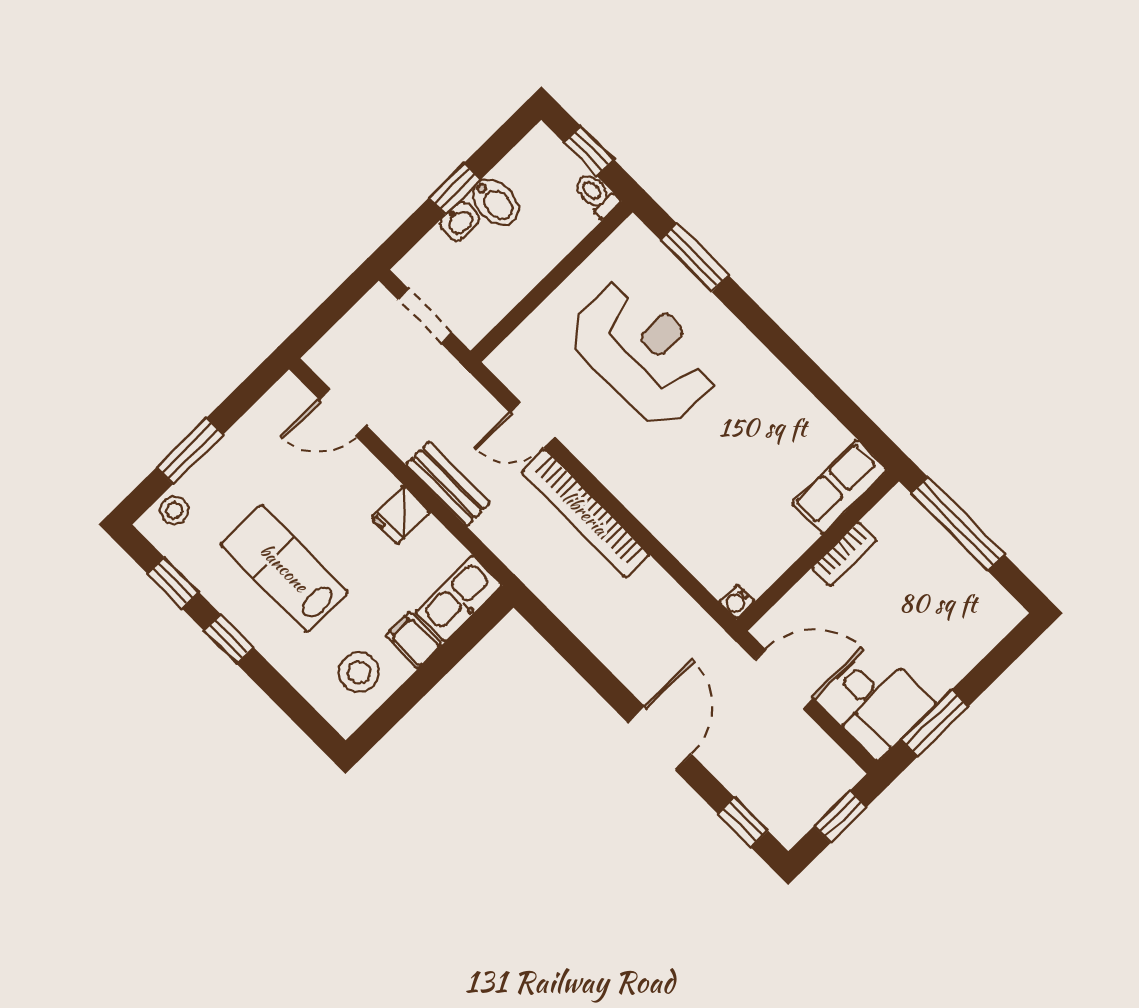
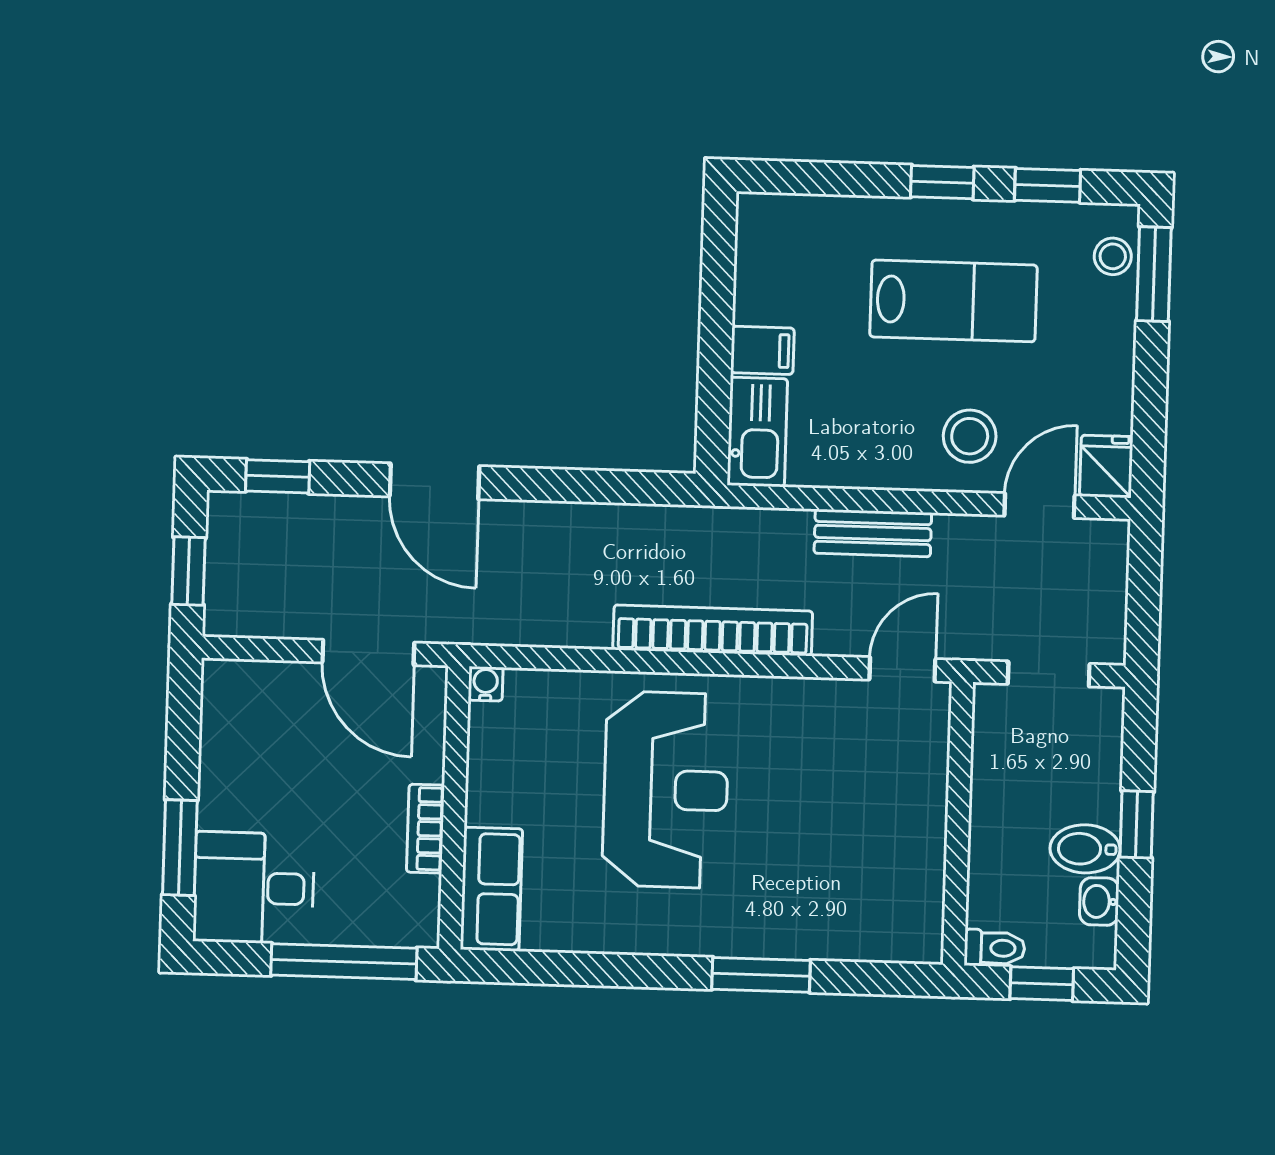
washbasin: (459, 221) -> (1099, 901), moved
window: (694, 258) -> (761, 975), moved
reception desk: (643, 353) -> (666, 790), moved, turned -90
door: (532, 425) -> (902, 669), moved
window: (190, 451) -> (1154, 274), moved
fridge: (401, 515) -> (1106, 466), moved
stool: (359, 672) -> (970, 436), moved
door: (784, 679) -> (368, 653), hinge flipped
desk: (876, 702) -> (254, 888), moved
window: (935, 723) -> (180, 848), moved

